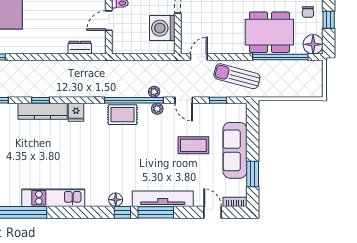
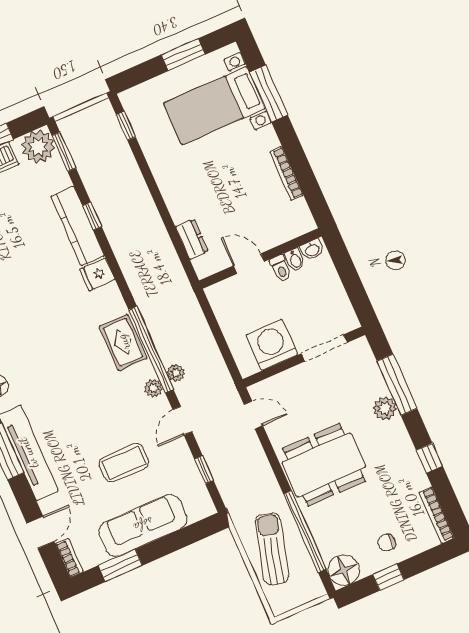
dining table: (269, 32) -> (324, 465), moved, turned 90
sun lounger: (237, 76) -> (272, 549), moved
coffee table: (193, 145) -> (124, 463), turned 90

